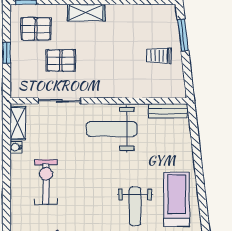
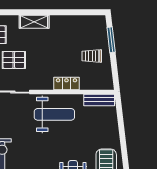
locker: (127, 90) -> (66, 84), added
weight bench: (112, 129) -> (54, 114), turned 180

